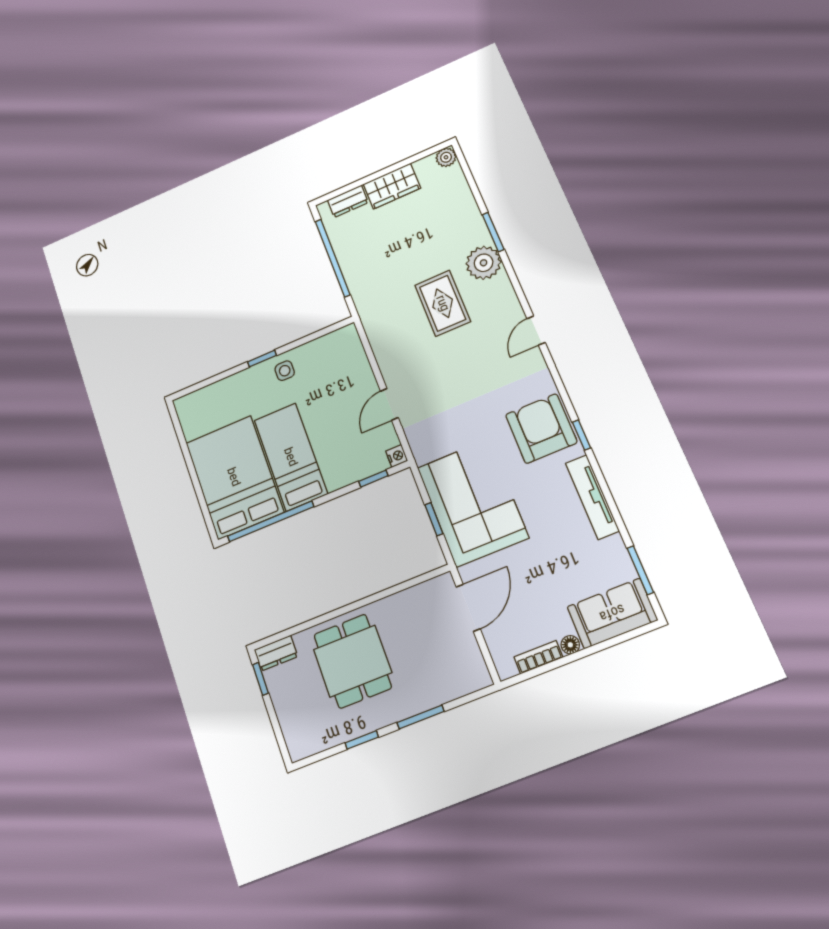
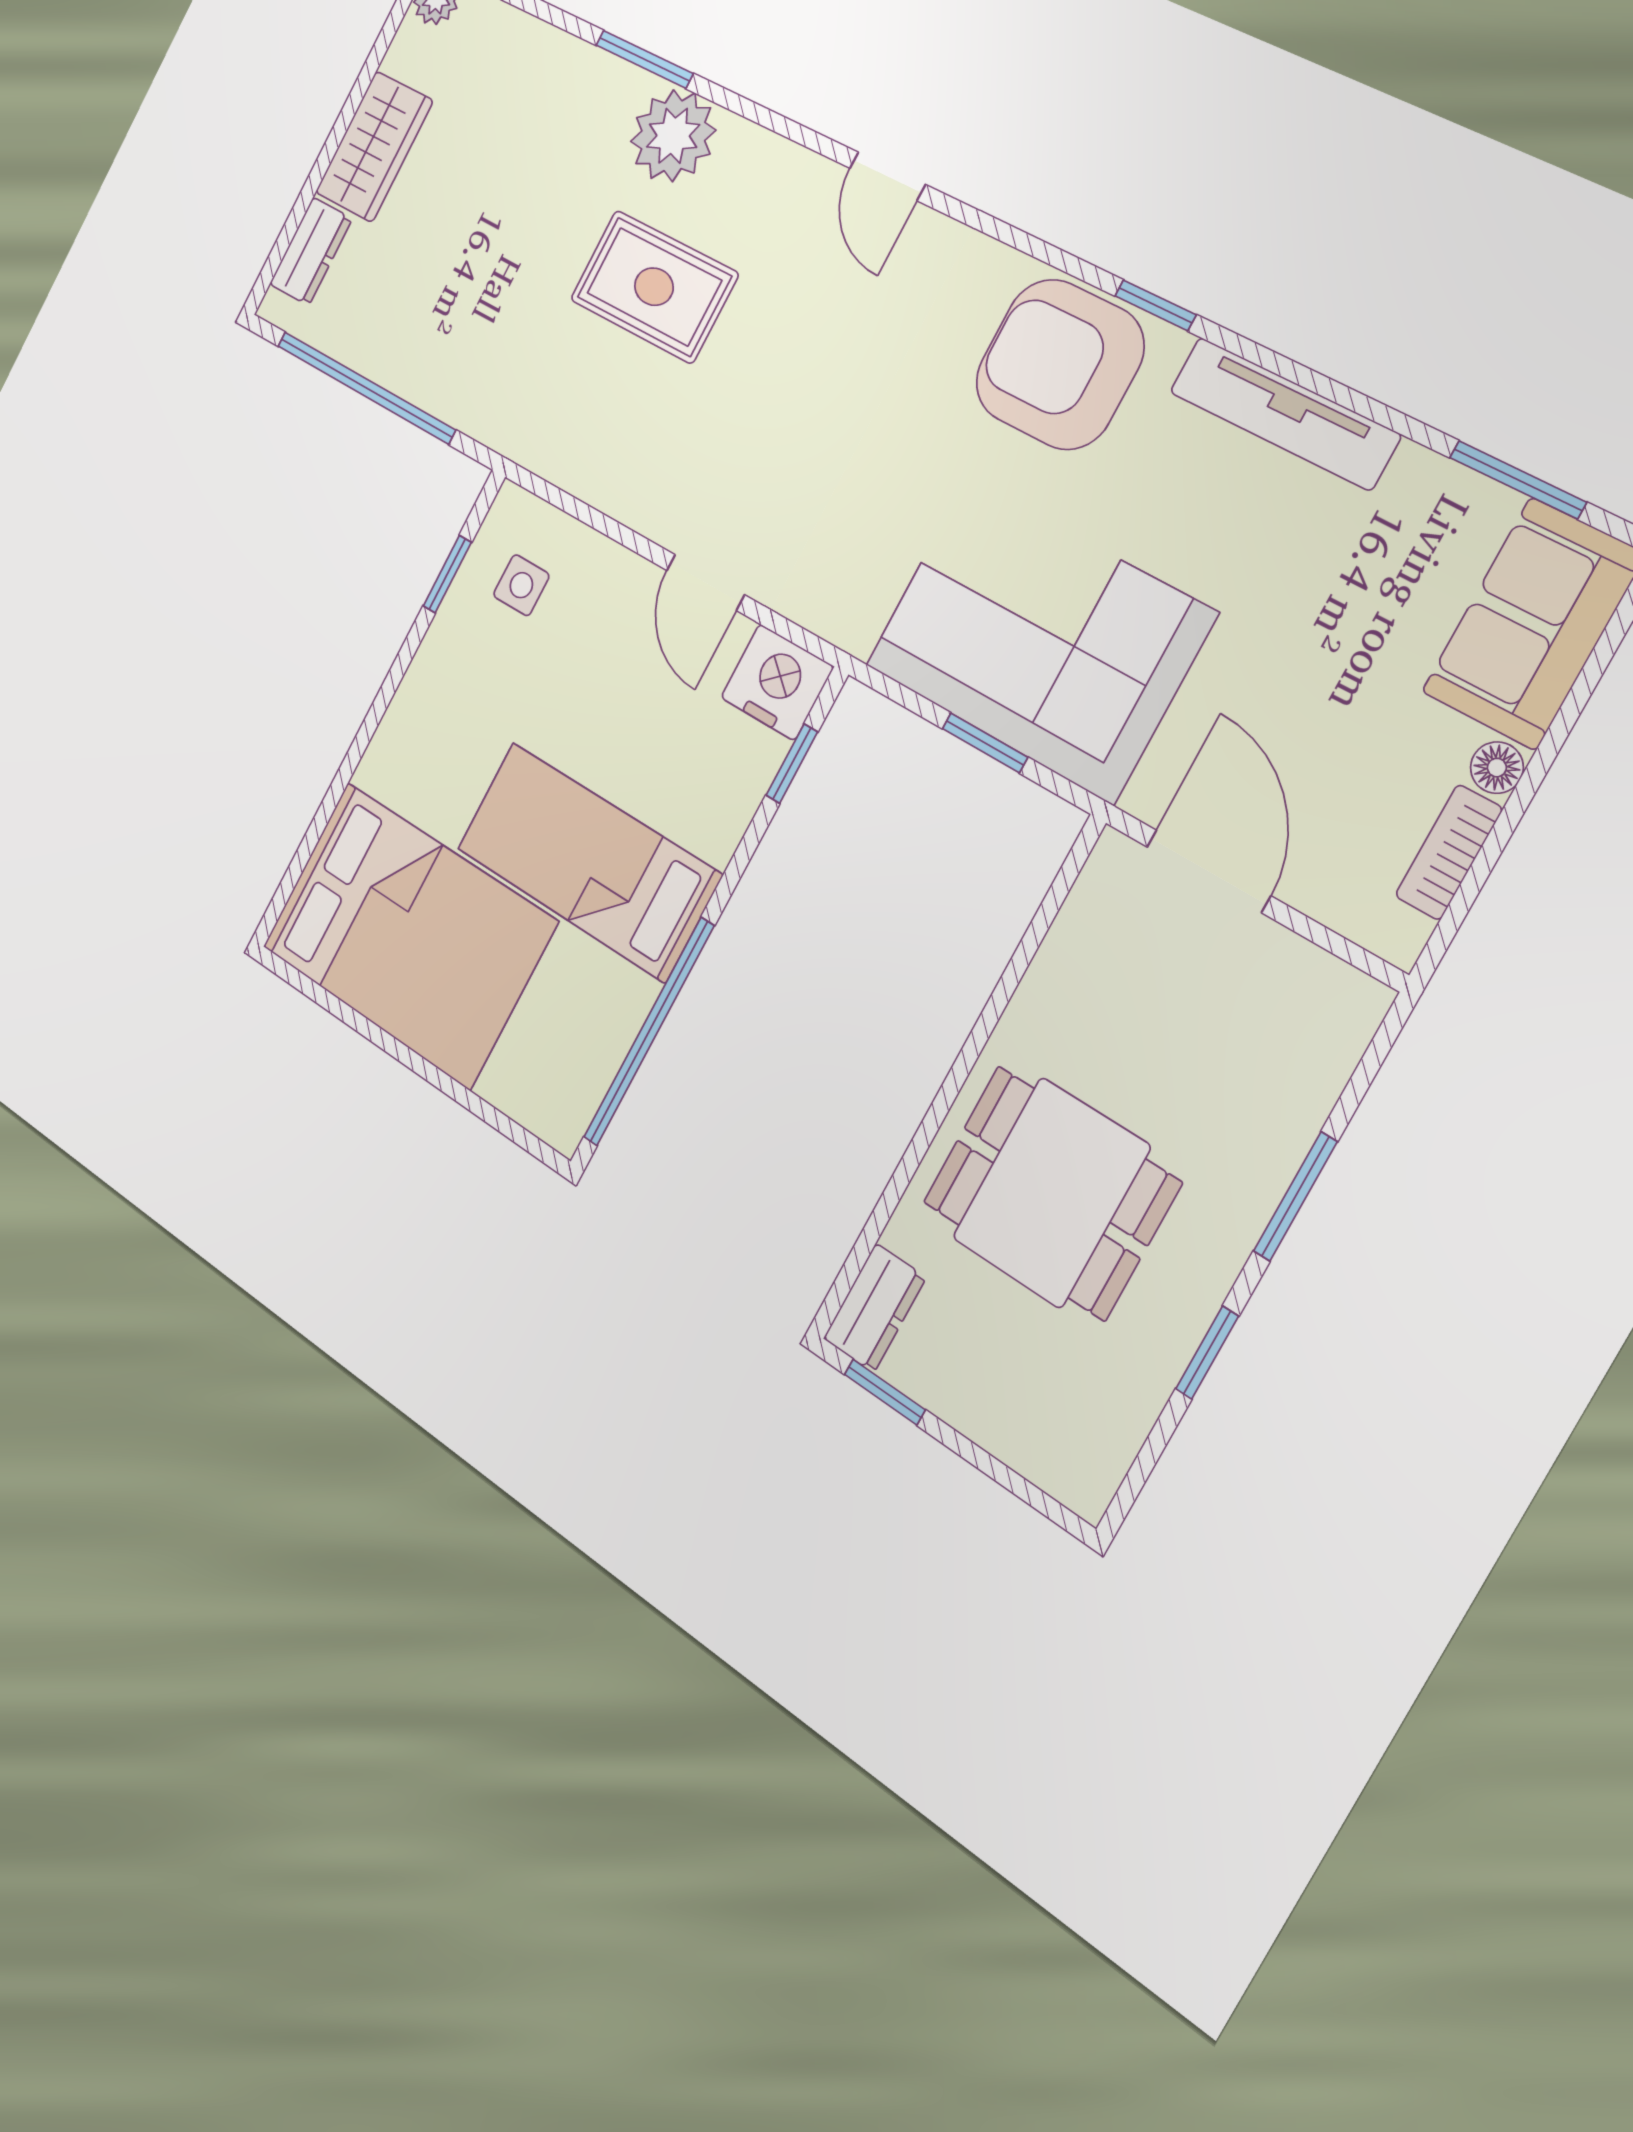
window: (262, 359) -> (447, 574), moved
side table: (285, 371) -> (521, 585), moved
nightstand: (397, 456) -> (777, 682), width x1.89, depth x1.79
bed: (234, 477) -> (408, 934), moved, turned 180

